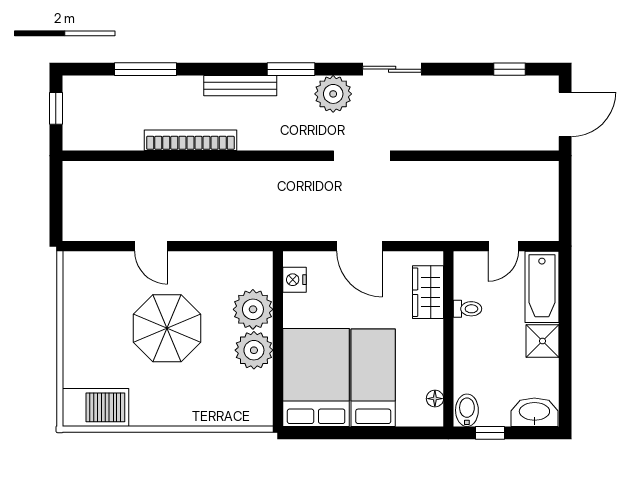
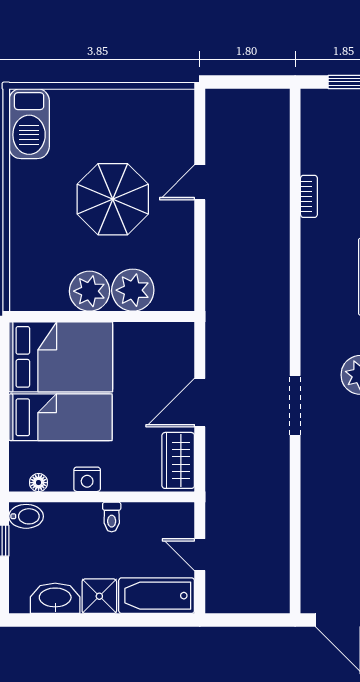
bookcase: (190, 140) -> (309, 196), width x0.43, depth x0.76
nightstand: (295, 280) -> (87, 479), moved, turned 180
wardrobe: (428, 292) -> (178, 460), moved, turned -90
toilet: (468, 309) -> (112, 517), moved
washbasin: (534, 412) -> (55, 598), moved, turned -90

